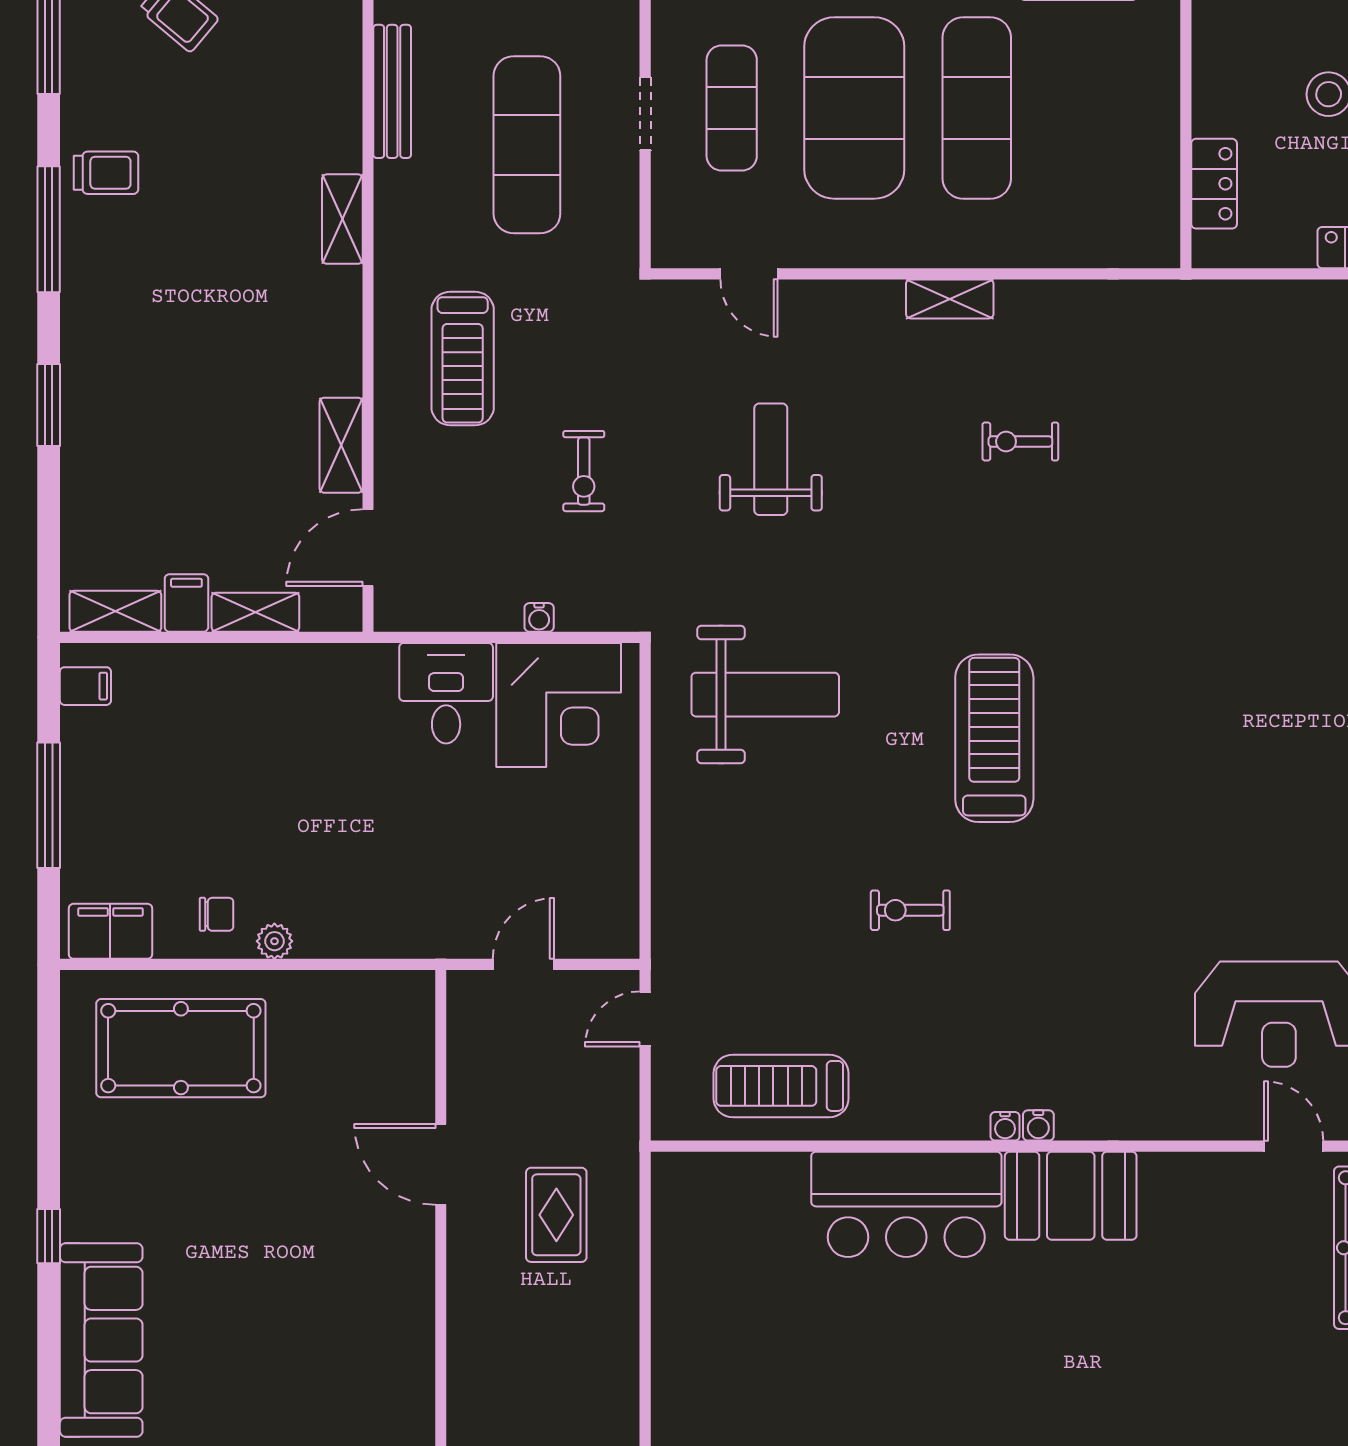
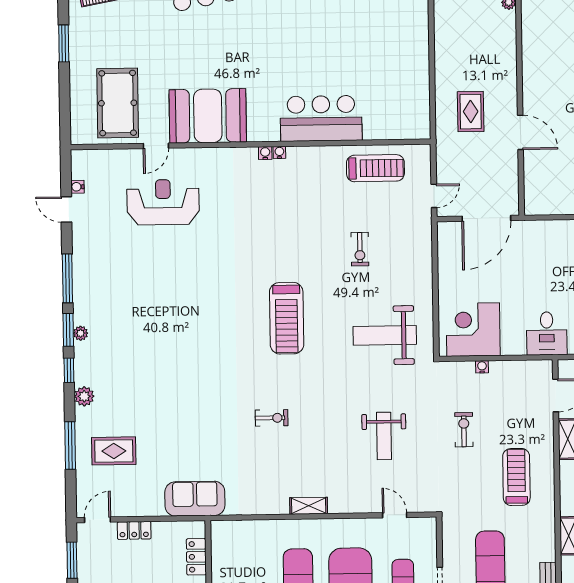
sofa: (1215, 320) -> (195, 499), added
exercise bike: (1020, 442) -> (272, 418), moved
desk: (446, 693) -> (547, 333), moved
exercise bike: (910, 910) -> (360, 249), moved, turned 90
door: (523, 964) -> (486, 218), width x1.87
door: (1294, 1146) -> (156, 146), hinge flipped
booth: (1071, 1196) -> (208, 116), moved, width x1.36, depth x1.42

